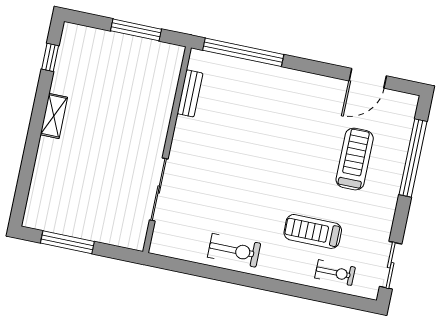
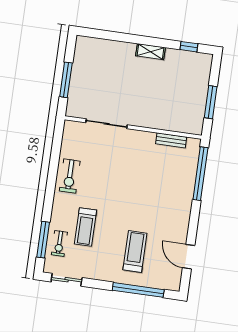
treadmill: (355, 159) -> (135, 251), turned -90
treadmill: (313, 231) -> (85, 227), turned 180
window: (67, 242) -> (66, 80), moved
window: (328, 297) -> (43, 240), added

